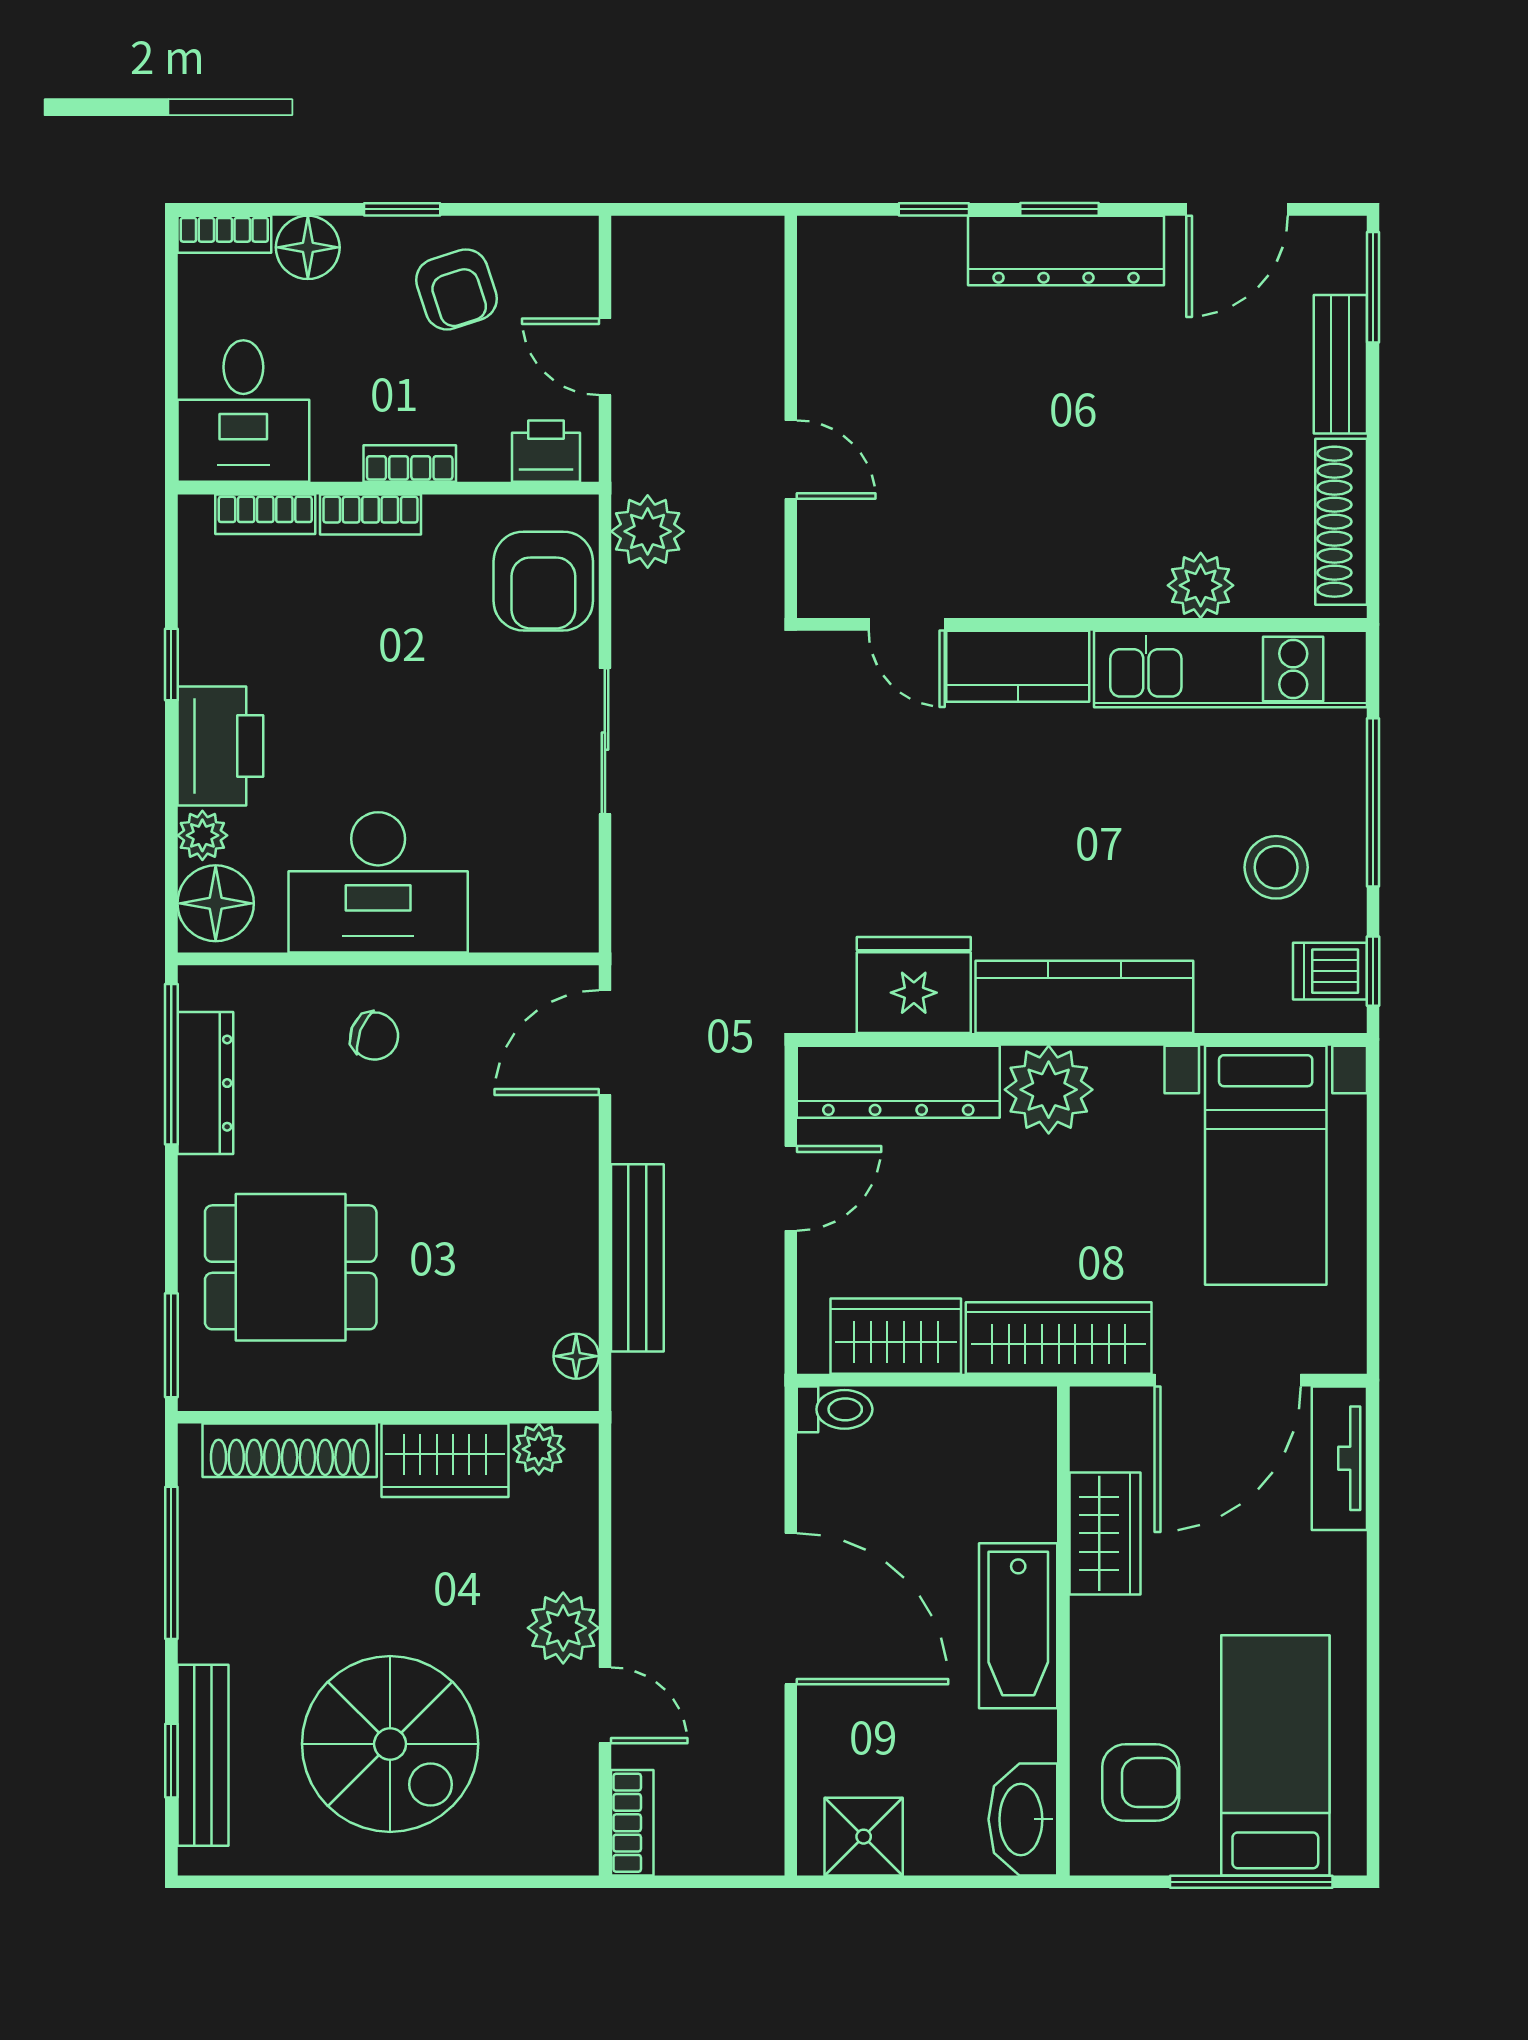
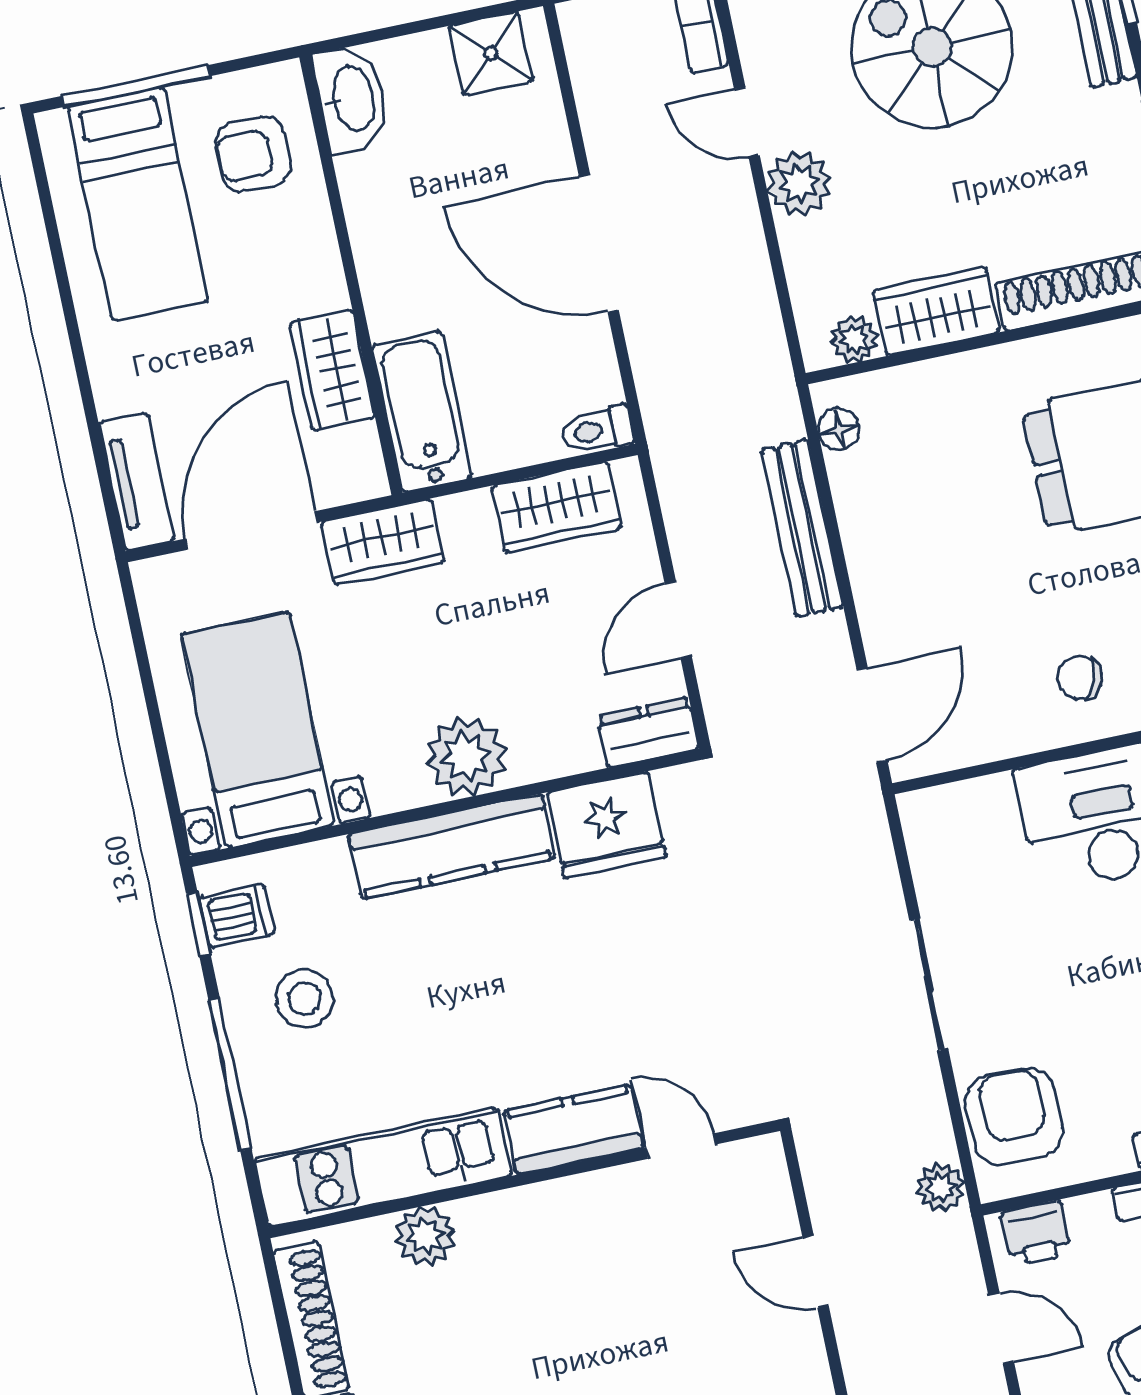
plant: (648, 531) -> (941, 1187), width x0.73, depth x0.73
dresser: (898, 1082) -> (648, 732), width x0.51, depth x0.80
wardrobe: (1059, 1338) -> (383, 542), width x0.67
bathtub: (1018, 1626) -> (422, 412), moved

